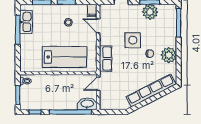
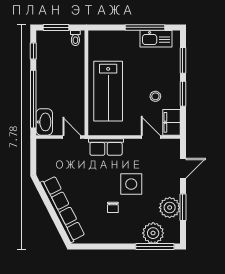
filing cabinet: (92, 11) -> (171, 122), width x2.00
door: (98, 26) -> (151, 137), hinge flipped
plant: (169, 55) -> (153, 233), moved

